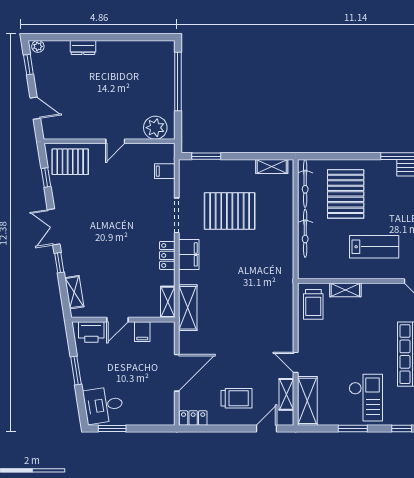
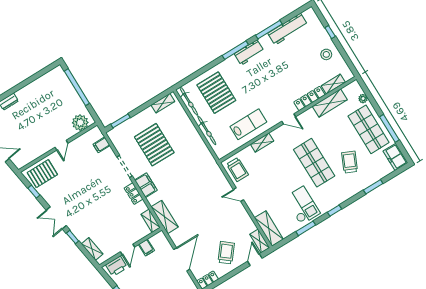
pallet: (230, 211) -> (154, 145), turned 90
lab bench: (374, 247) -> (248, 124), moved
shelving: (345, 290) -> (262, 143), moved
door: (296, 362) -> (239, 195), moved
shelving: (286, 394) -> (260, 241), moved
trolley: (237, 398) -> (226, 253), turned -51

